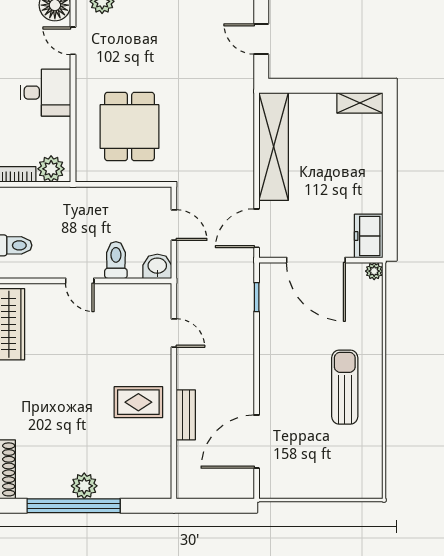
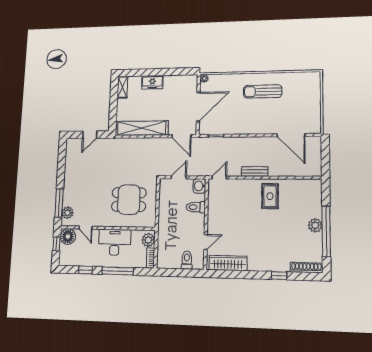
door: (73, 41) -> (86, 228), hinge flipped
desk: (45, 93) -> (115, 242), width x1.37
freezer: (369, 236) -> (152, 82), moved
door: (80, 281) -> (206, 242), moved
door: (174, 333) -> (219, 177), moved
bench: (186, 415) -> (255, 171), moved

